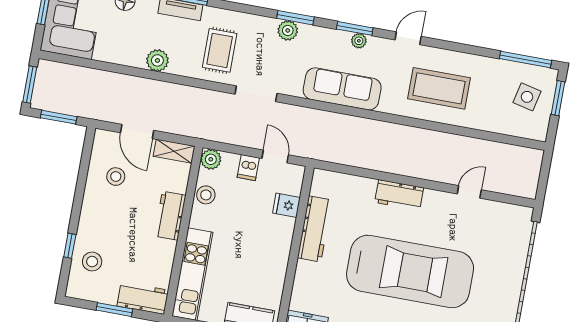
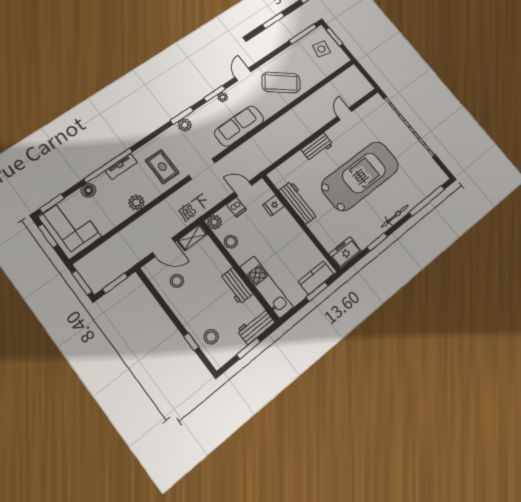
coffee table: (439, 88) -> (281, 83), turned 38
workbench: (170, 216) -> (236, 286), moved

